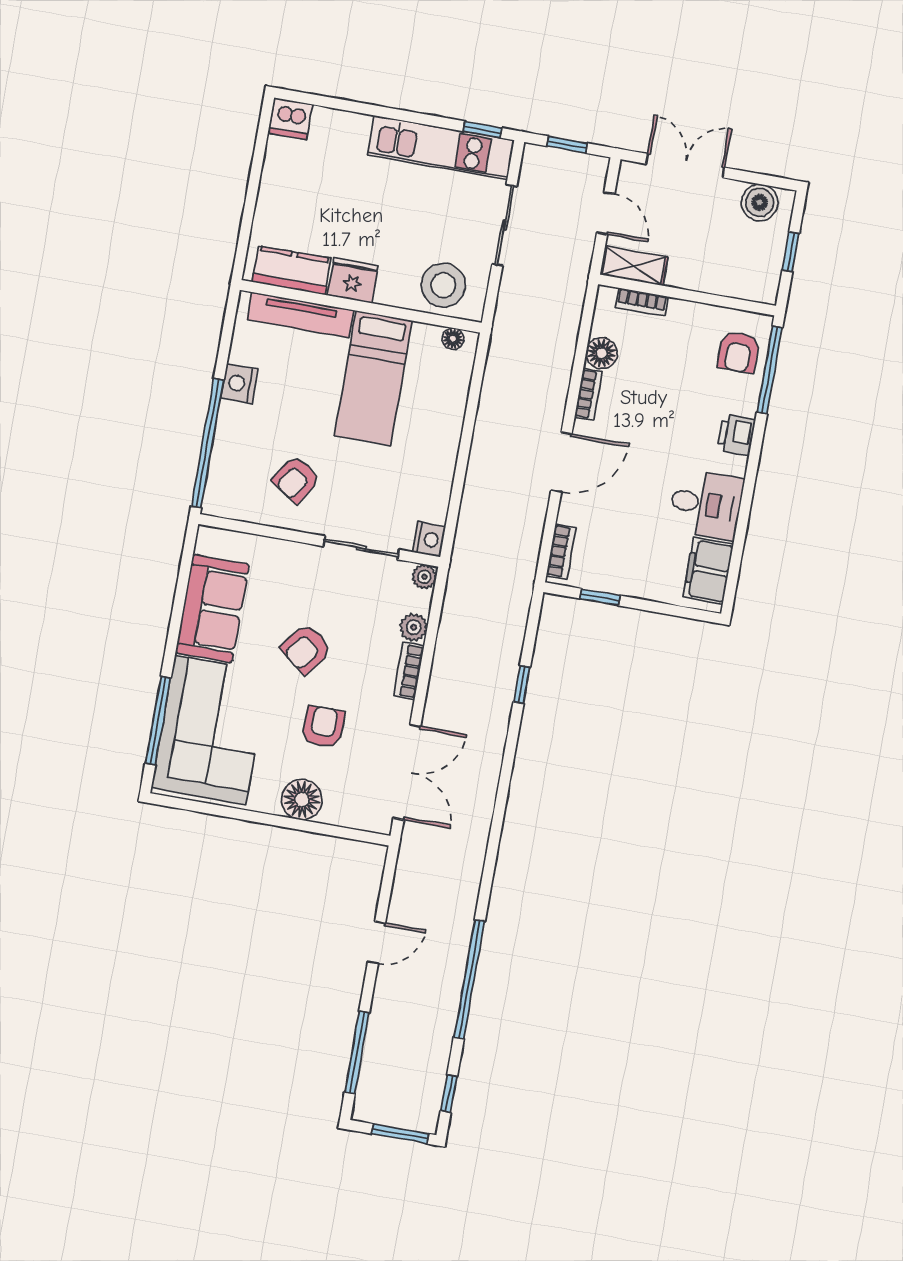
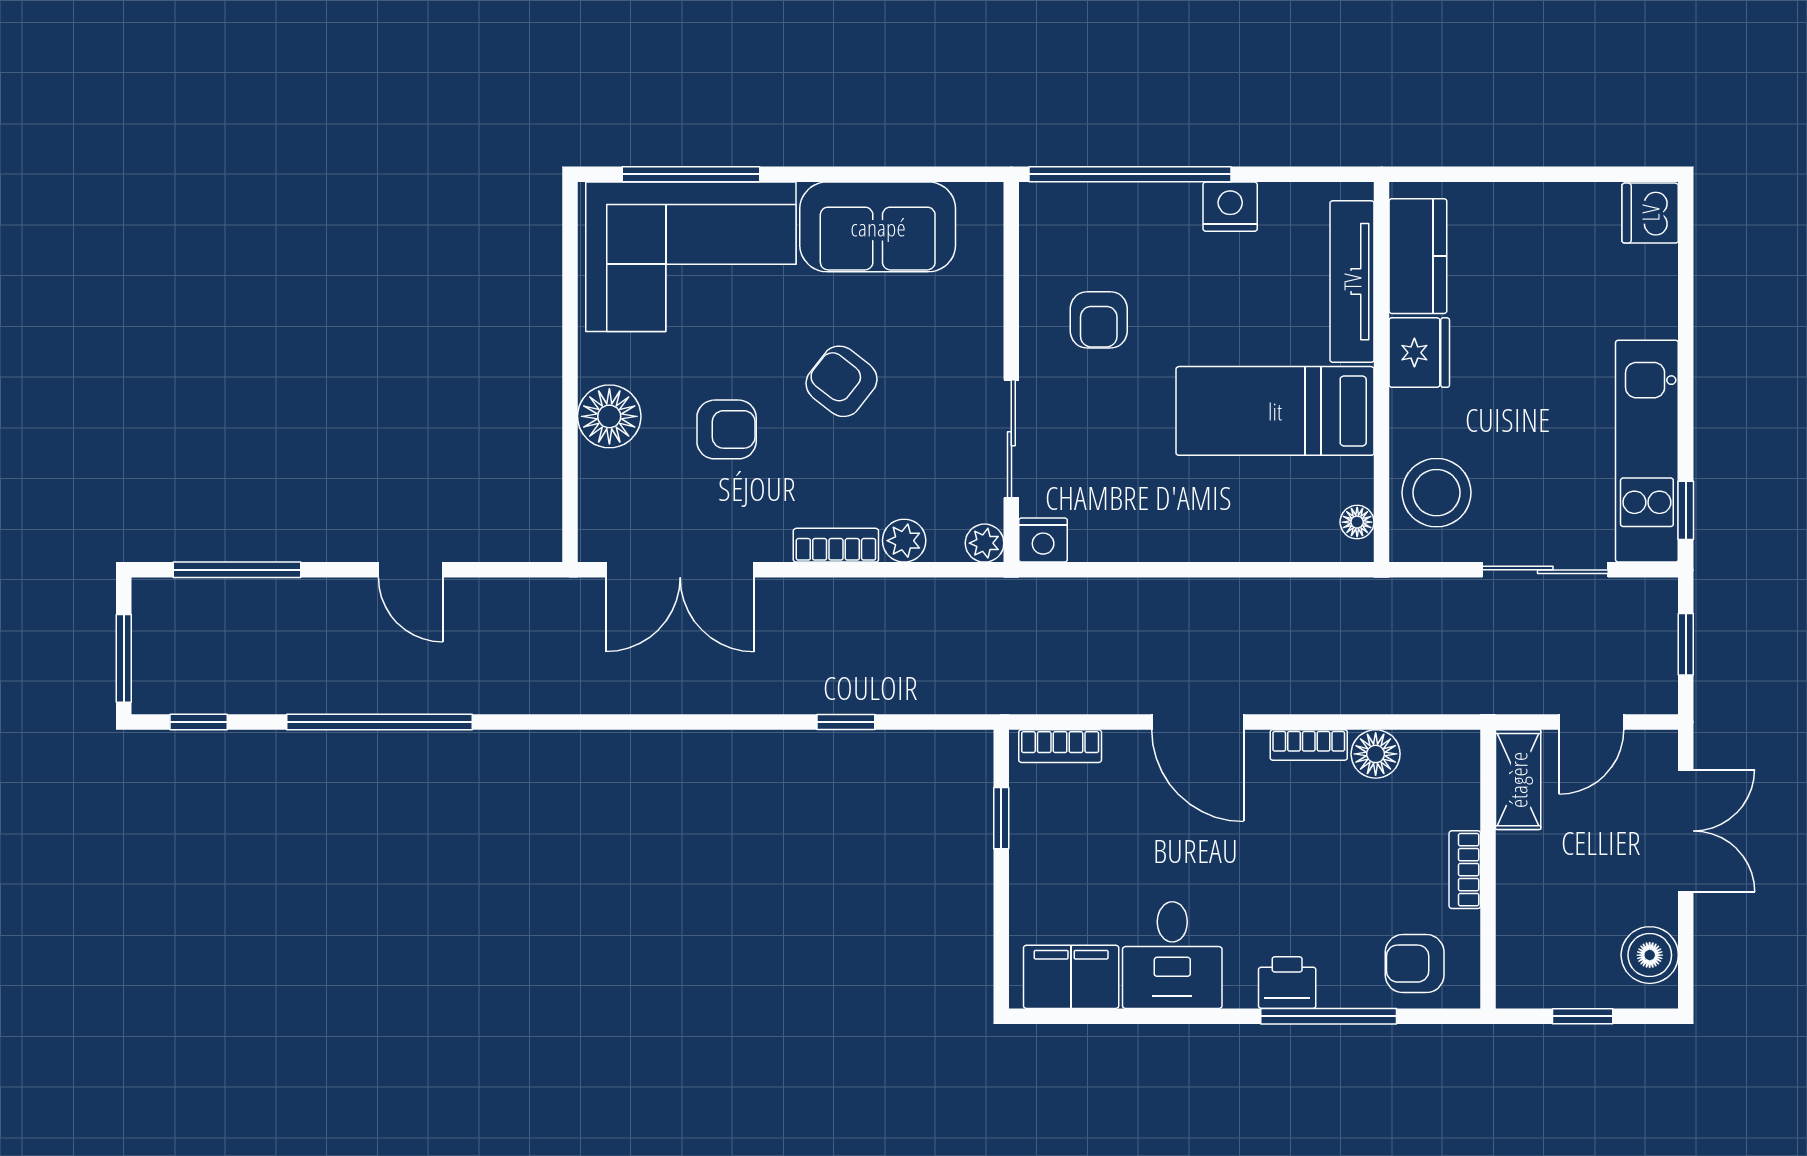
bookcase: (642, 302) -> (1465, 870), moved
window: (770, 370) -> (1329, 1016), moved
armchair: (296, 479) -> (1099, 320), turned -123

